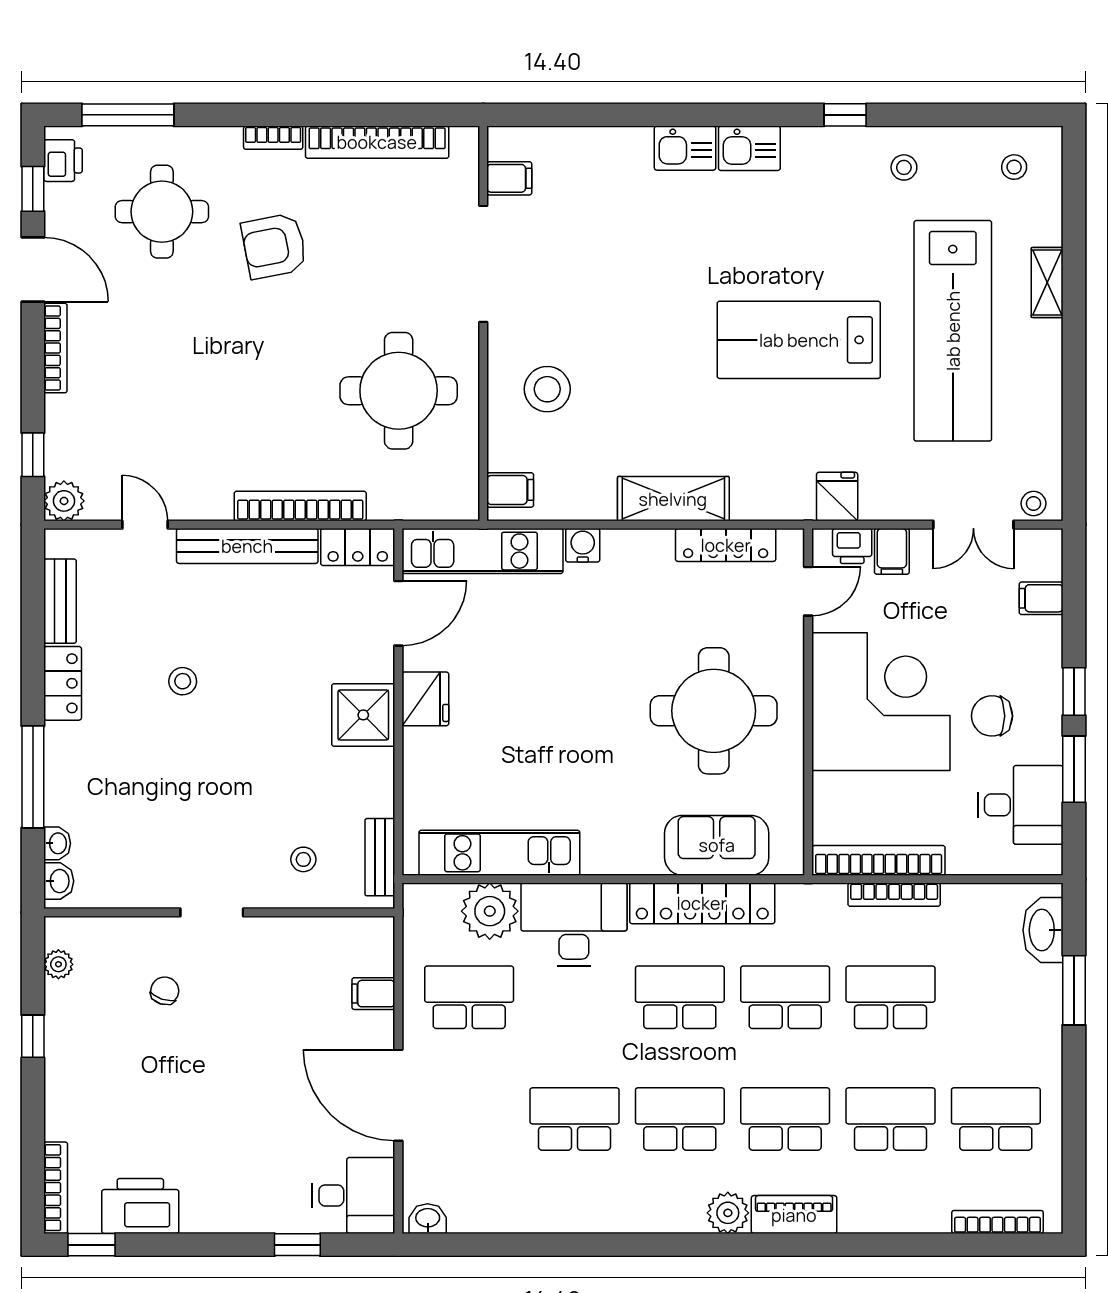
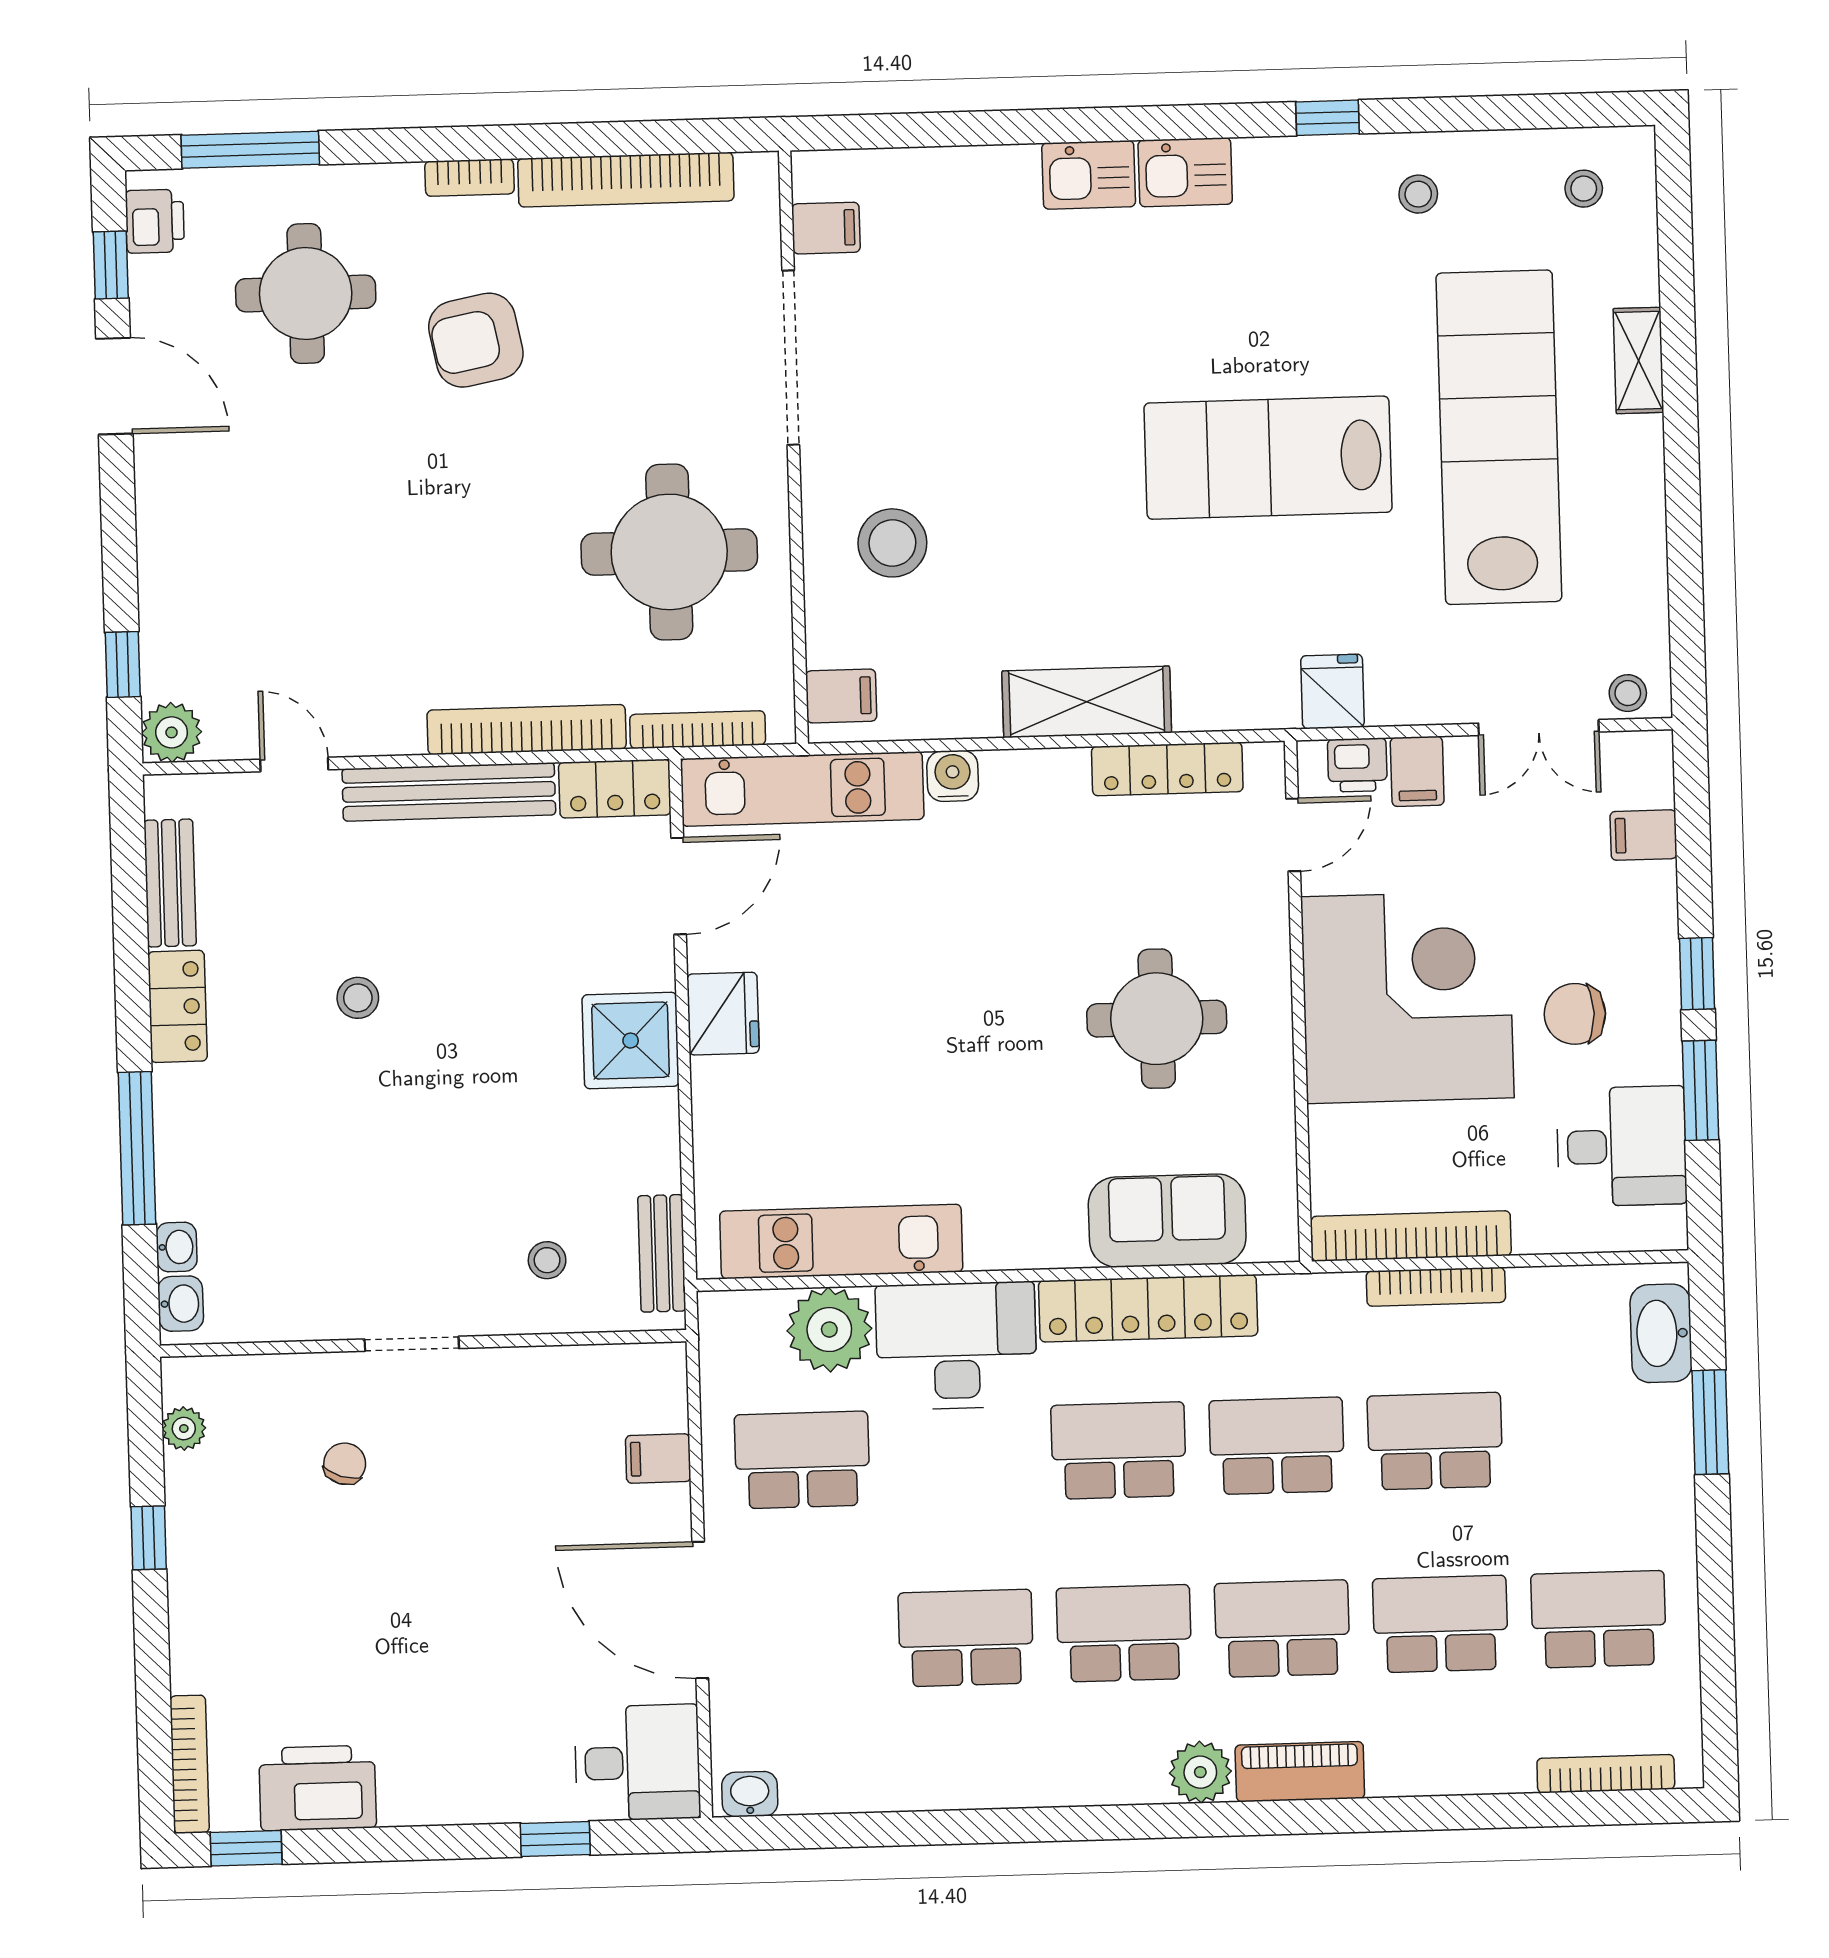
lab bench: (953, 331) -> (1499, 437), turned 180
bookcase: (55, 348) -> (698, 730), moved, turned -90
round table: (714, 711) -> (1157, 1019), width x0.73, depth x0.73

